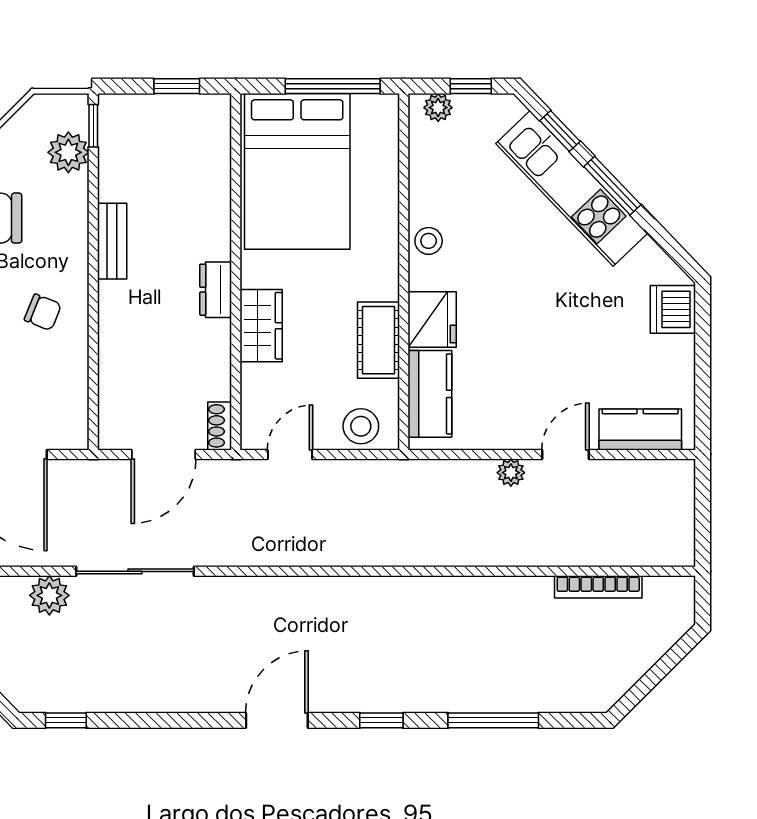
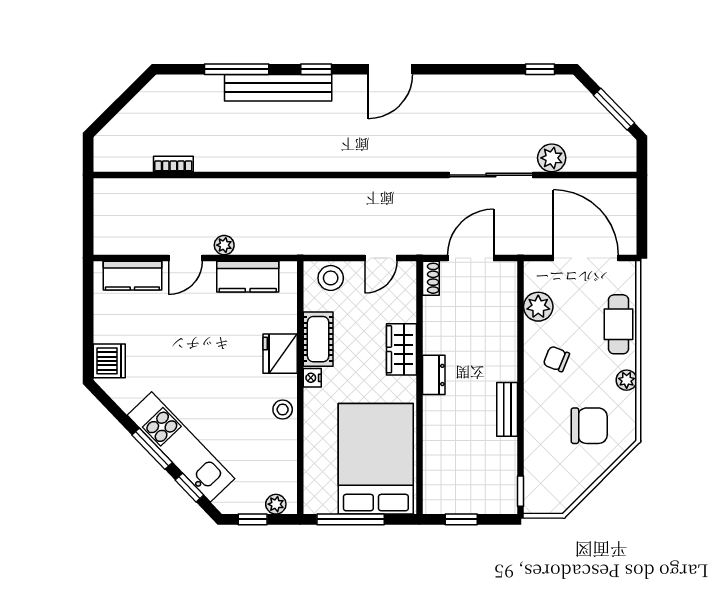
plant: (68, 152) -> (538, 307), moved
nightstand: (387, 286) -> (312, 378), added
kitchen counter: (430, 394) -> (248, 277), moved, turned -90
bookcase: (598, 587) -> (173, 164), width x0.64
bench: (435, 694) -> (278, 88), added

